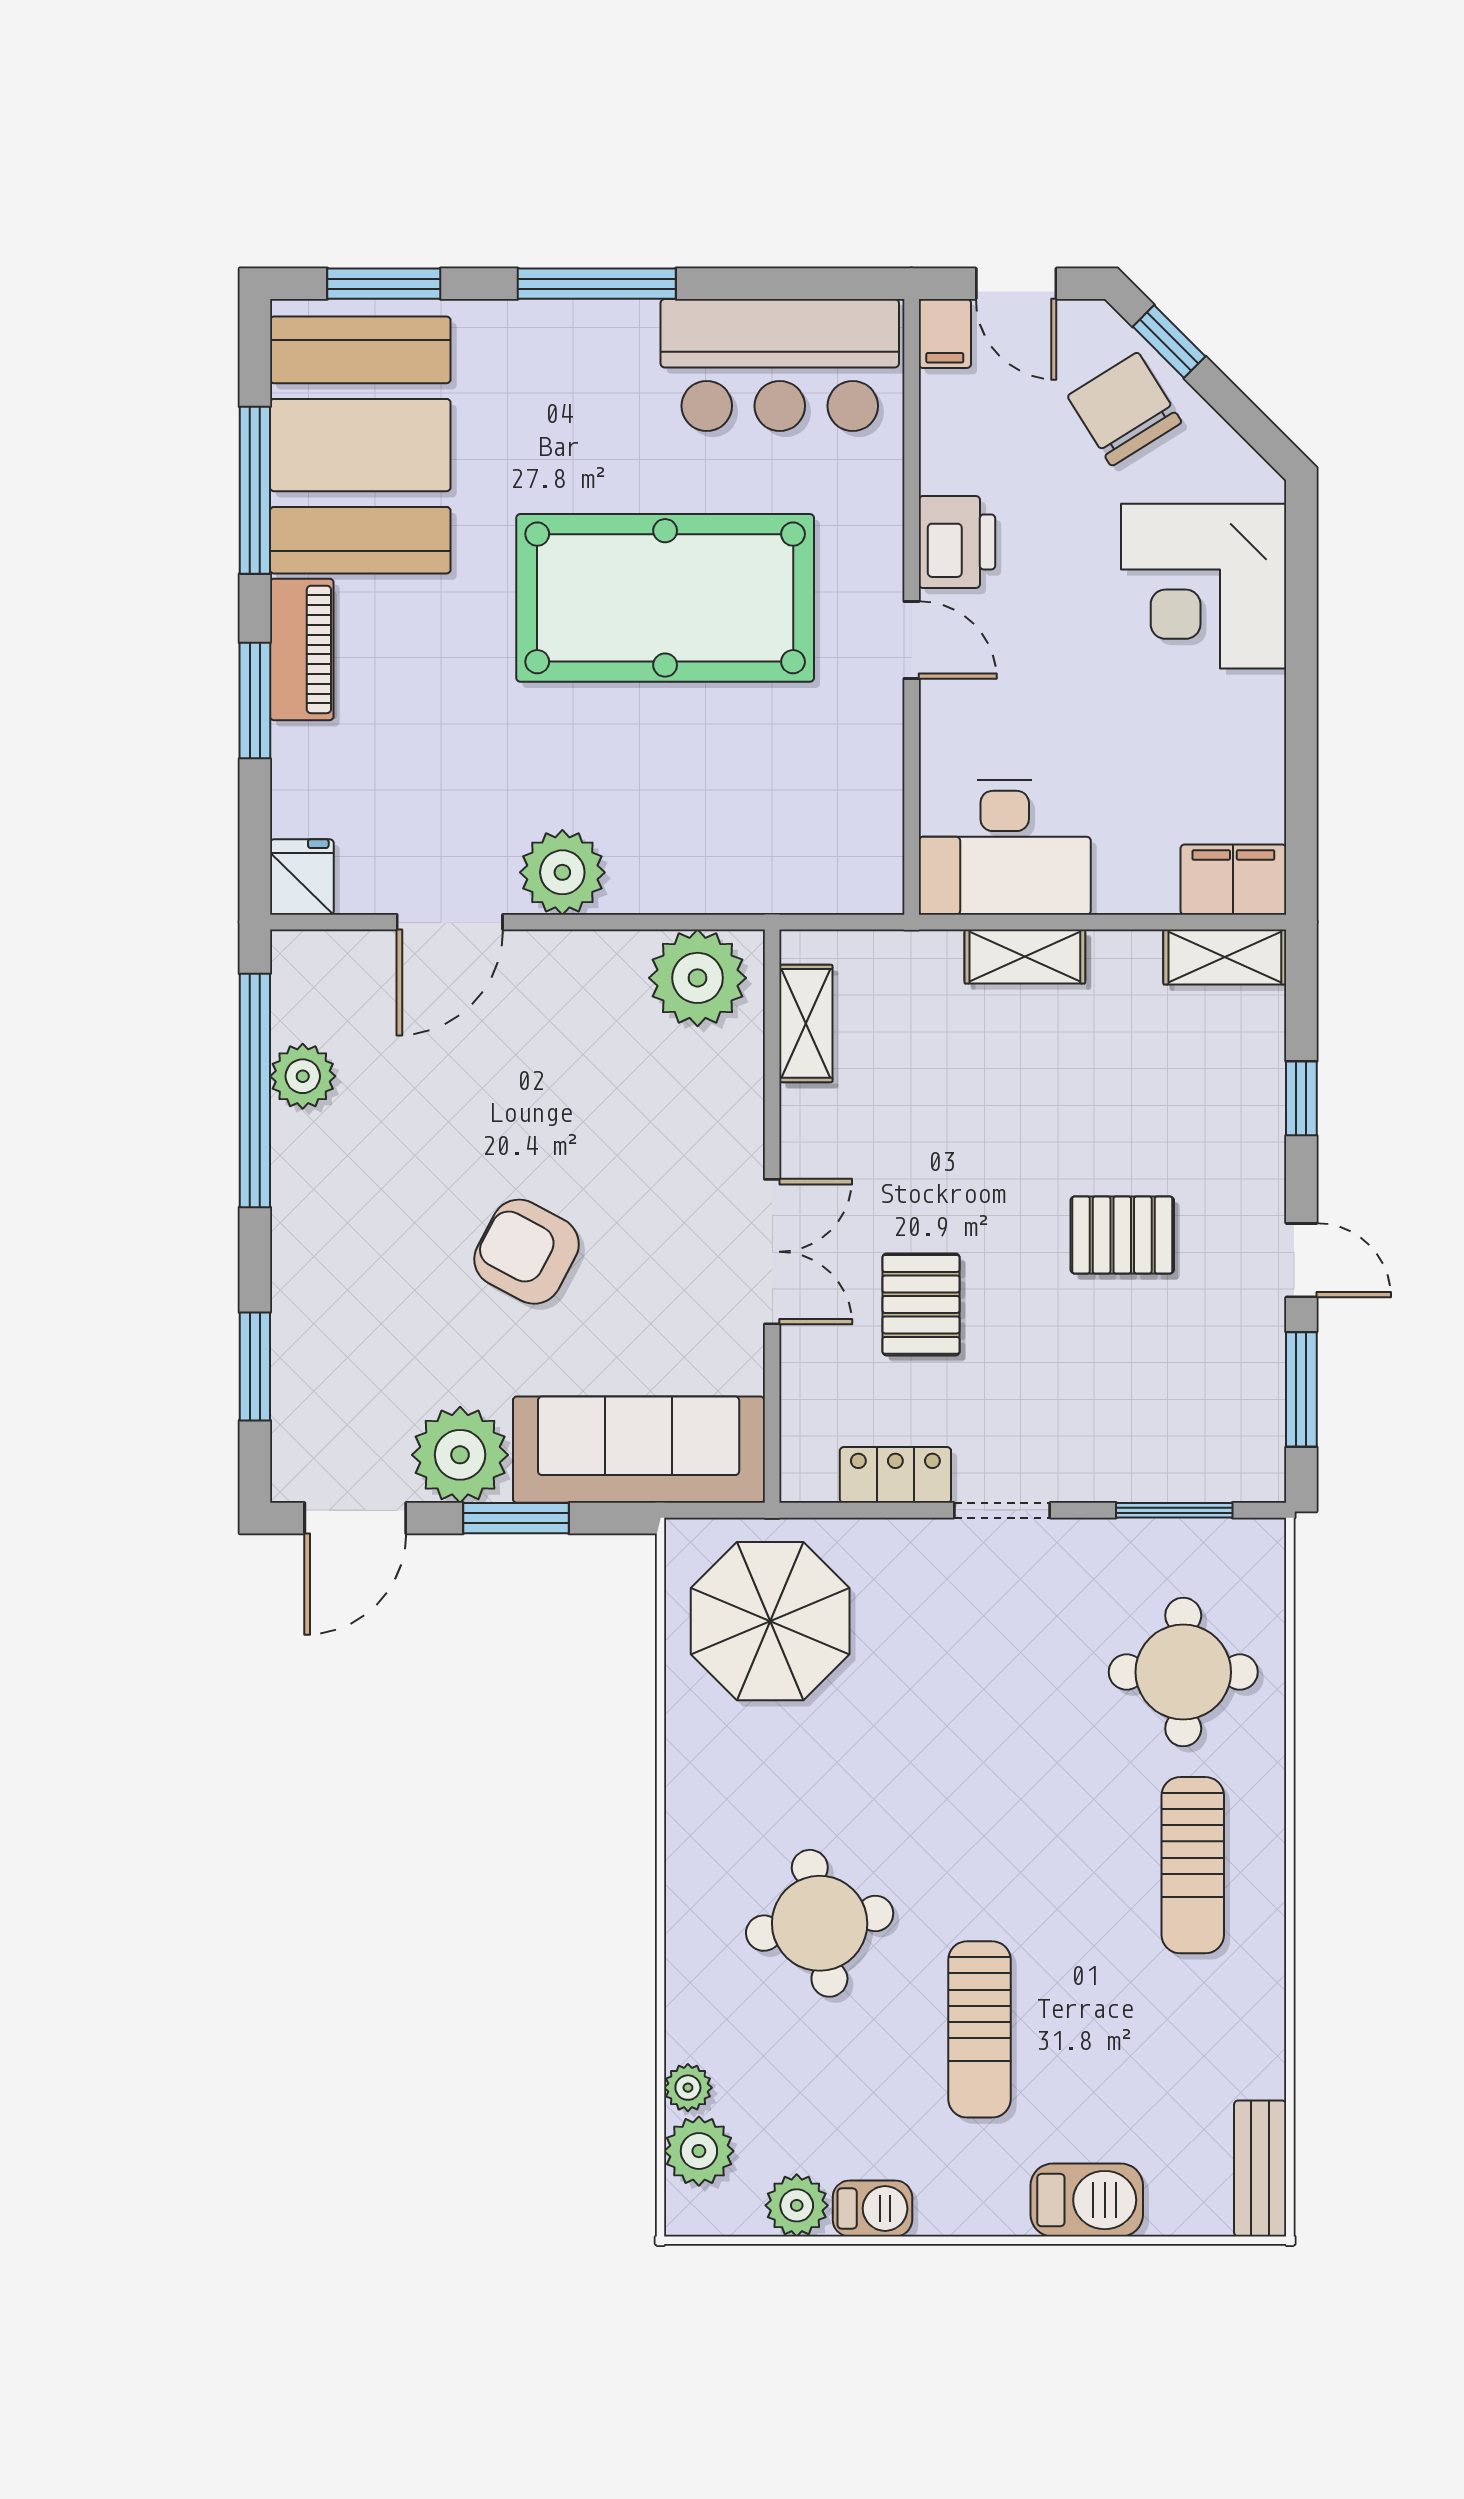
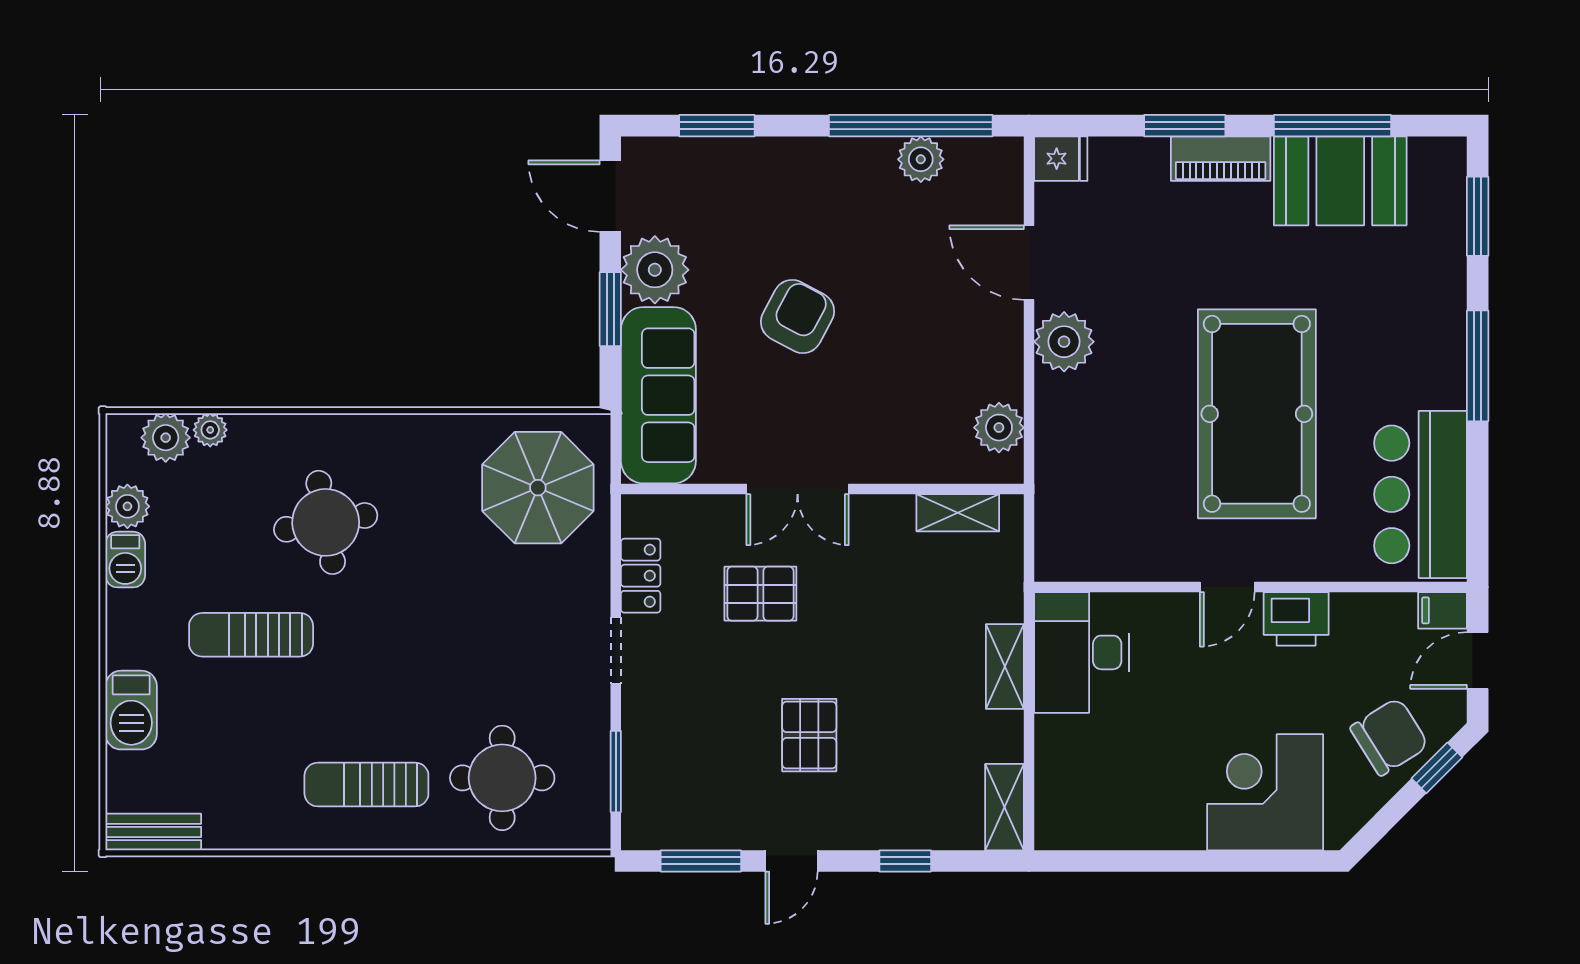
booth: (360, 445) -> (1340, 181), width x0.73, depth x0.70
filing cabinet: (1233, 880) -> (1059, 813), removed
plant: (698, 978) -> (999, 428), width x0.73, depth x0.73

